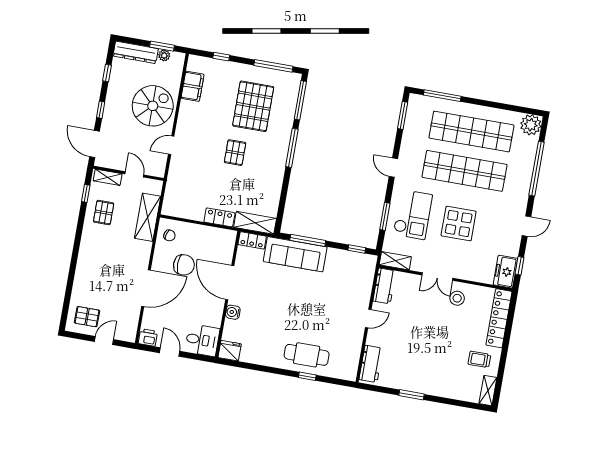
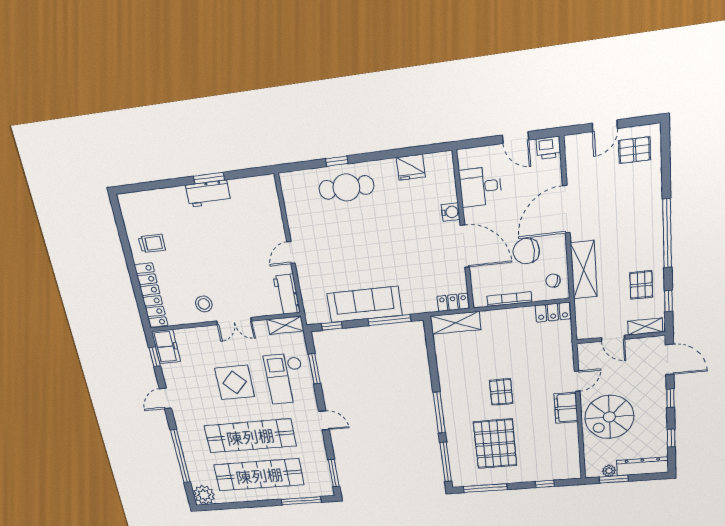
filing cabinet: (192, 86) -> (566, 408), moved
shelving: (148, 217) -> (584, 270), moved
locker: (219, 217) -> (553, 312), moved
bookcase: (207, 230) -> (509, 299), added
window: (76, 247) -> (667, 234), added
sofa: (295, 254) -> (364, 304), moved
double door: (437, 277) -> (234, 321), swing flipped
desk: (202, 340) -> (480, 187), moved
fridge: (230, 351) -> (411, 167), moved
workbench: (371, 364) -> (208, 194), moved, turned -90
shelving: (488, 390) -> (128, 211), removed

